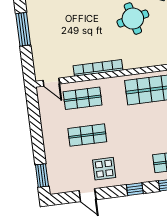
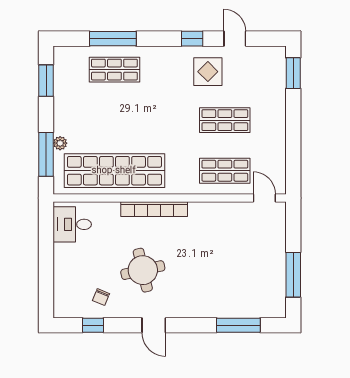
bookcase: (98, 68) -> (154, 209), moved
window: (135, 189) -> (192, 39), moved

